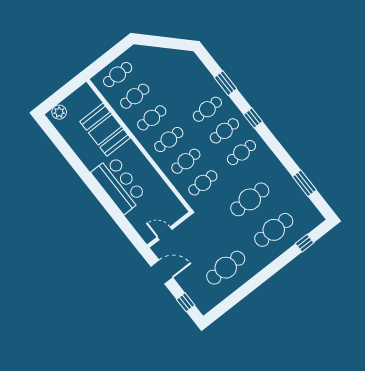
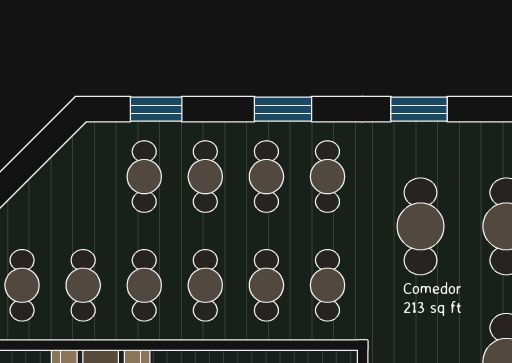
window: (226, 83) -> (156, 109), moved
cafe table: (190, 88) -> (144, 177), added
window: (253, 118) -> (283, 109), width x1.50
window: (304, 183) -> (419, 109), moved

